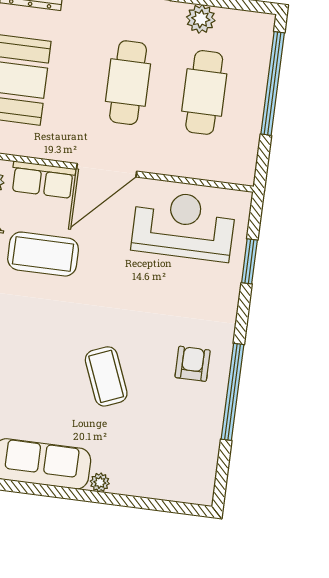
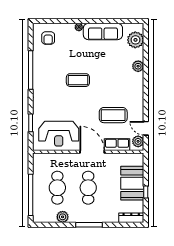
door: (107, 170) -> (92, 152), hinge flipped
armchair: (193, 364) -> (48, 38), moved
coffee table: (106, 376) -> (78, 80), moved, turned -68

